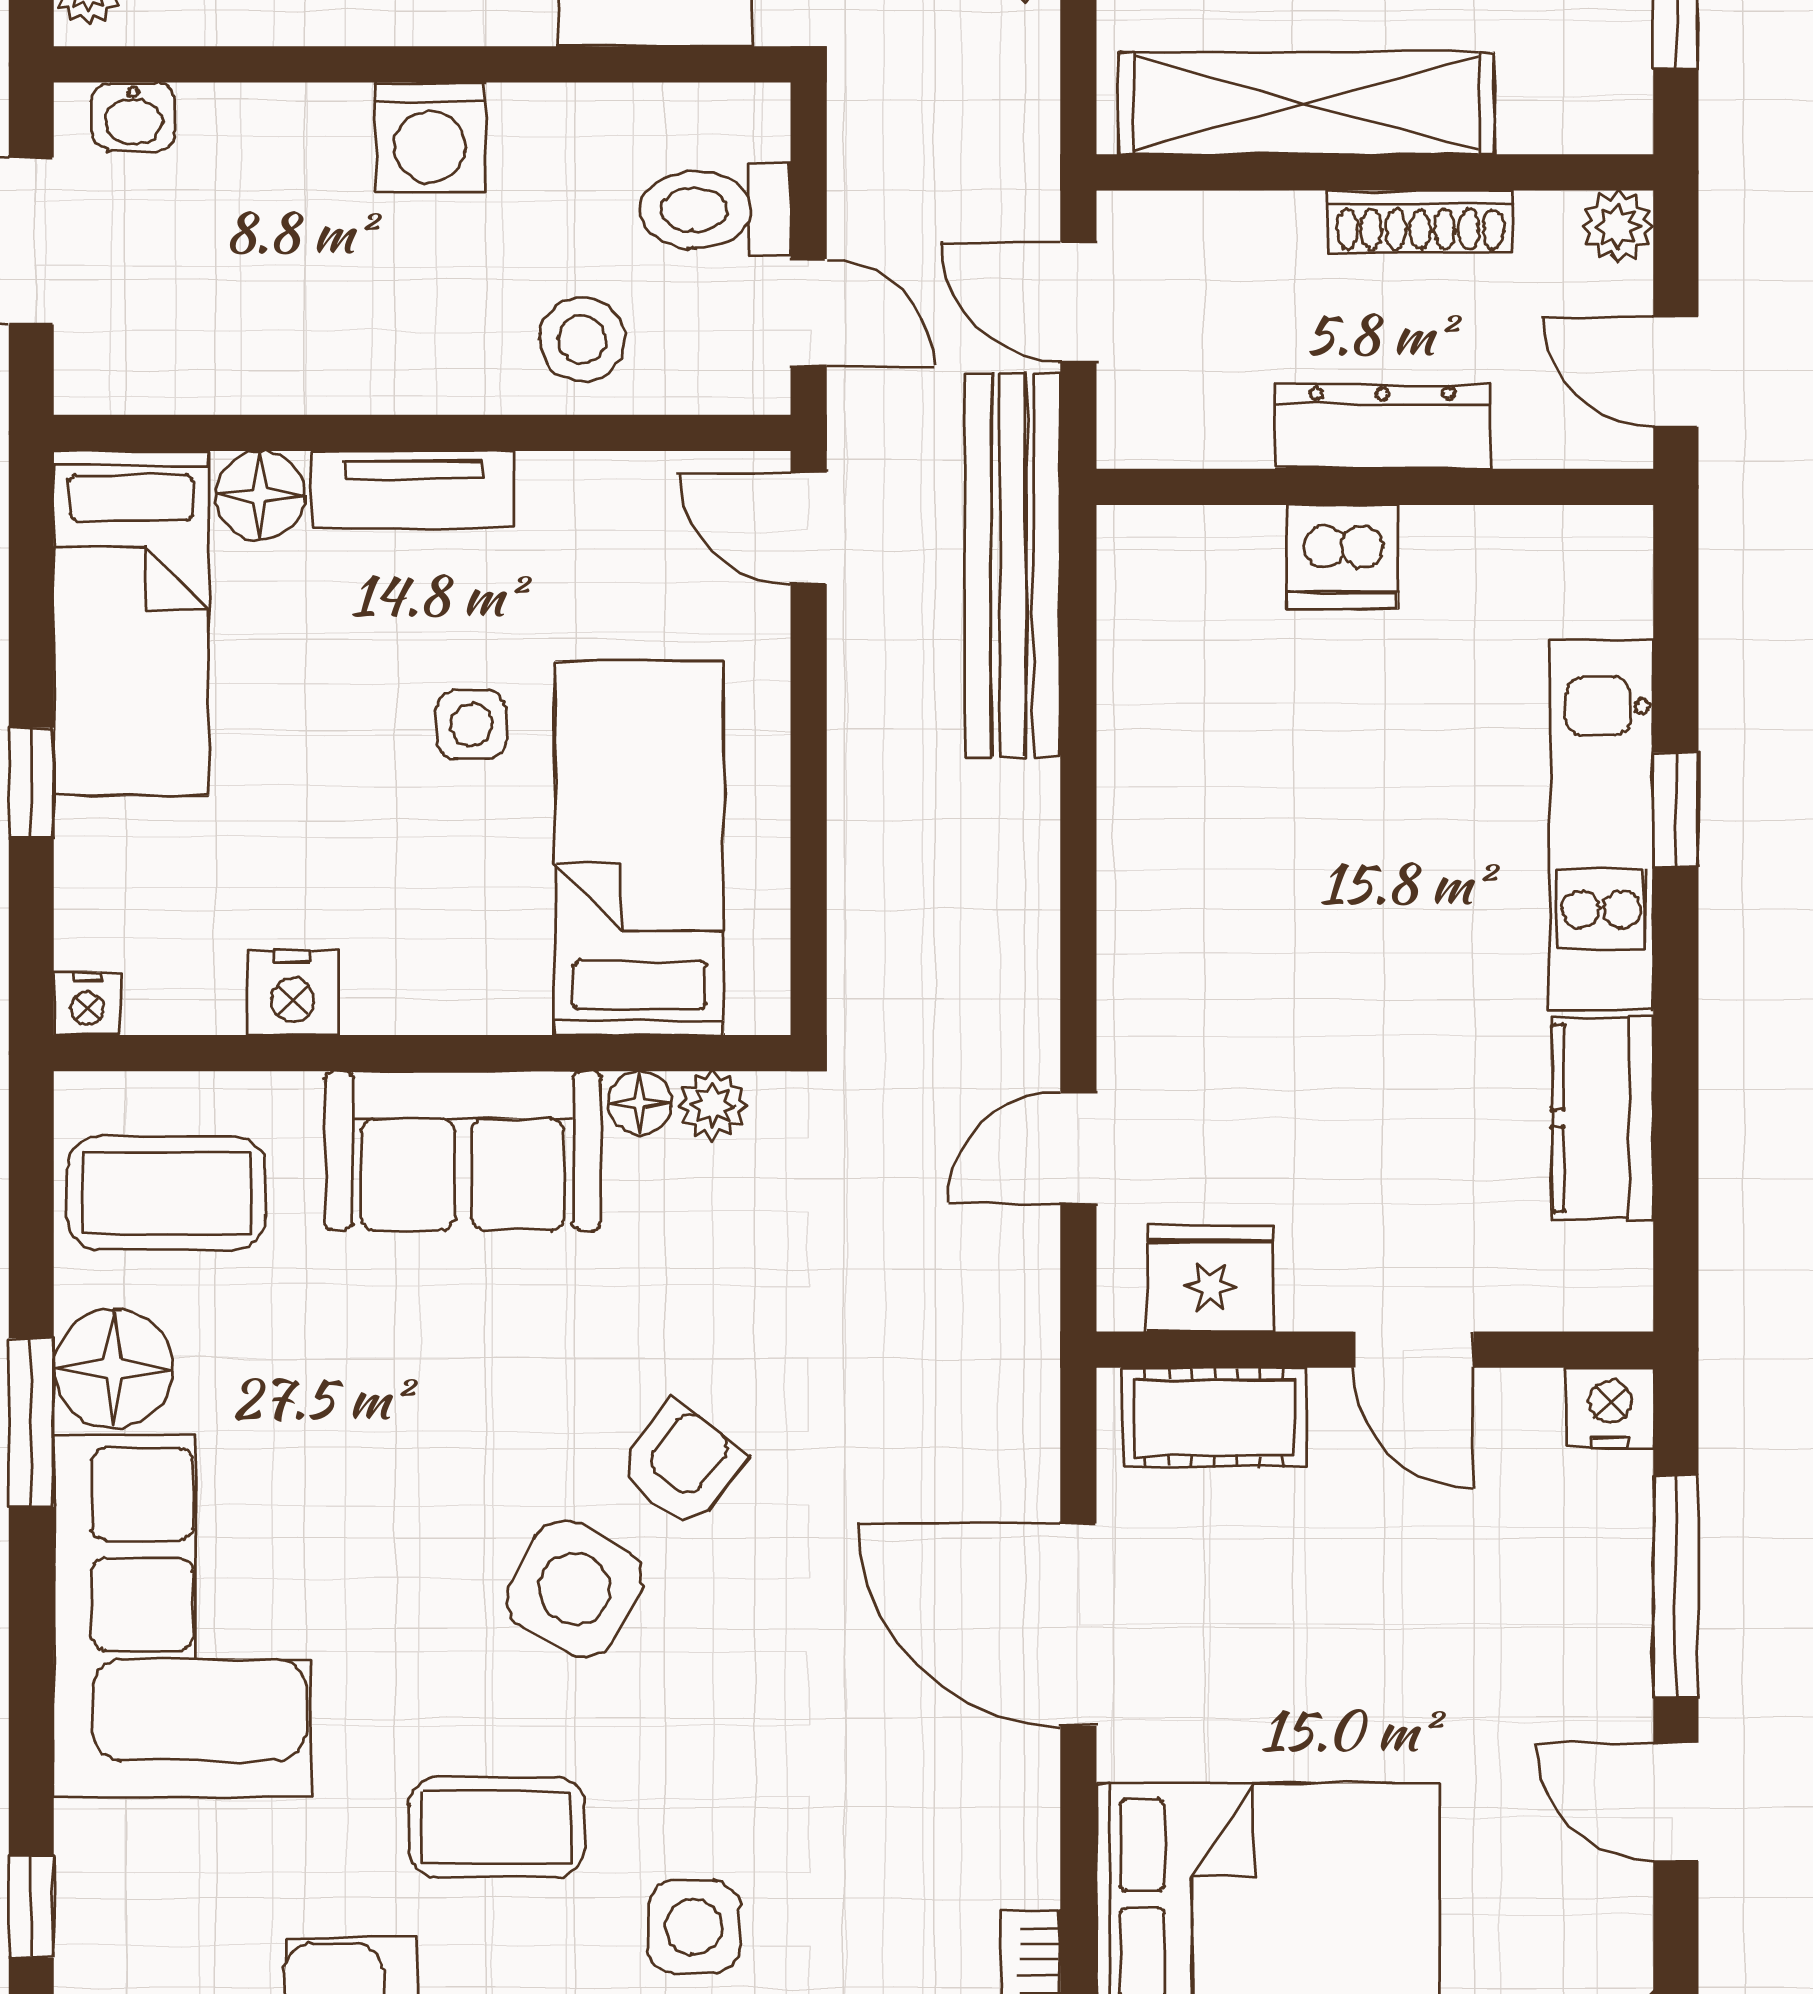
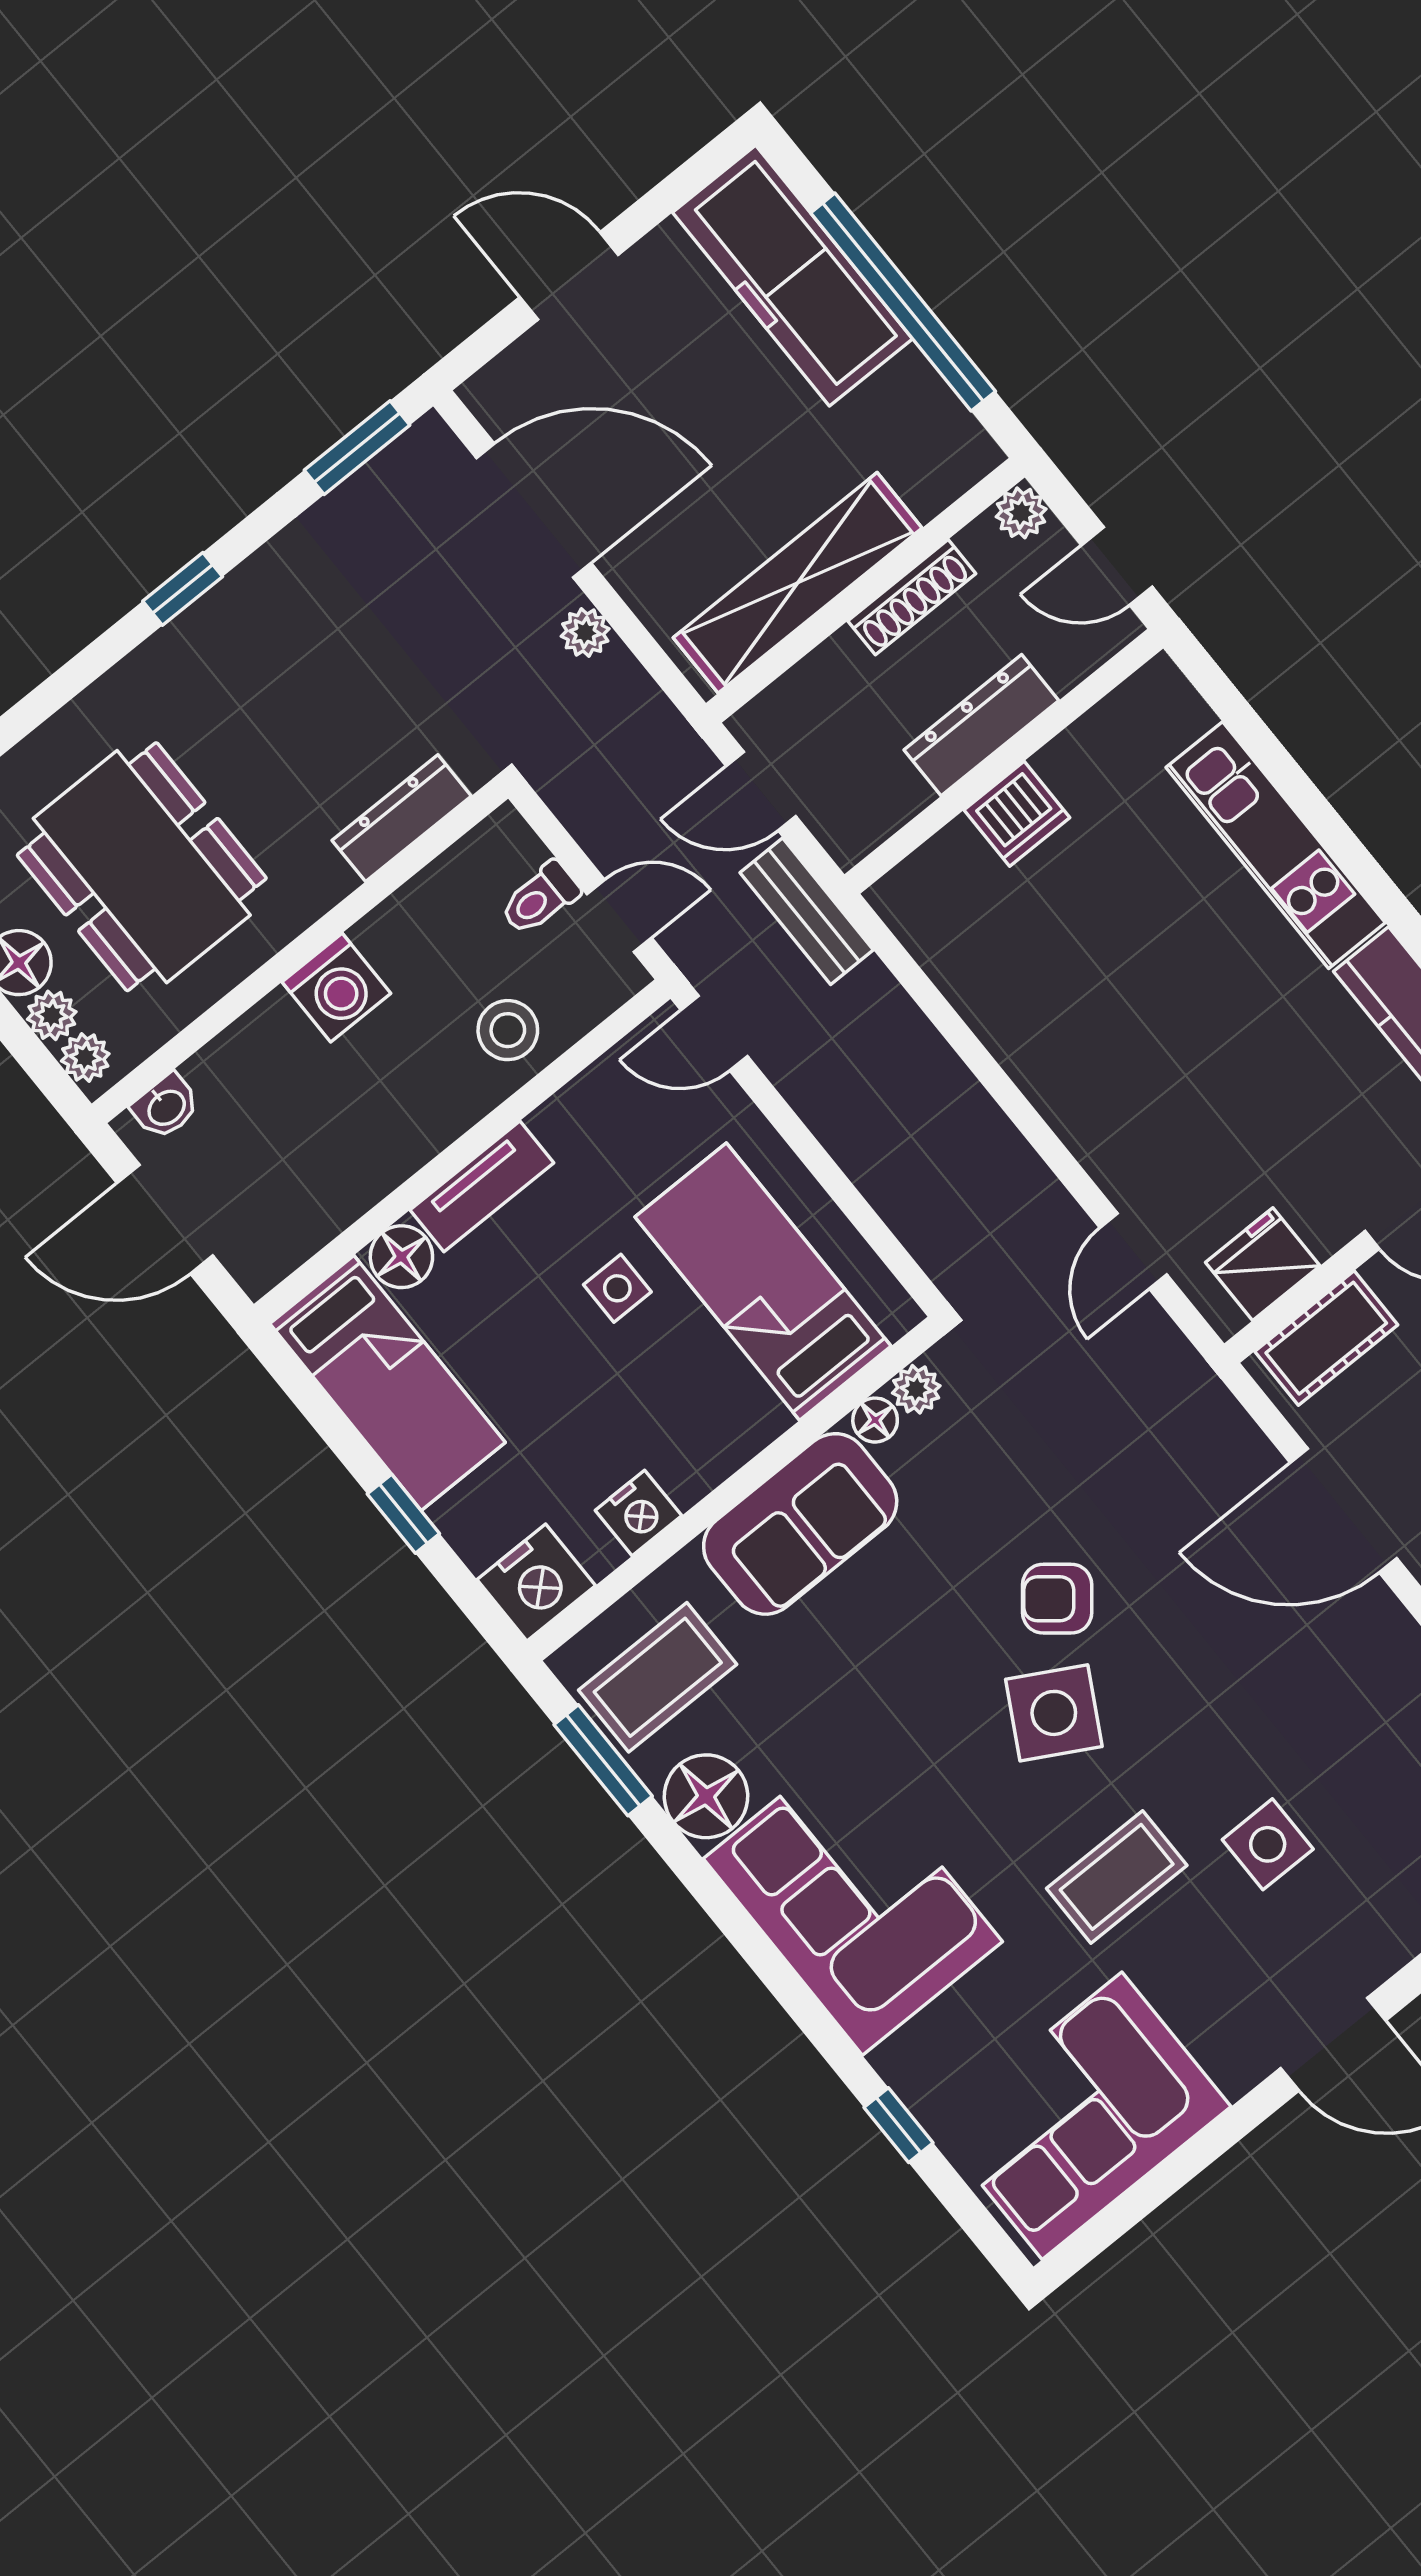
toilet: (715, 209) -> (540, 898), width x0.73, depth x0.72
bench: (1013, 565) -> (807, 911), width x0.54, depth x0.82
window: (1676, 810) -> (1310, 804), removed
nightstand: (87, 1004) -> (536, 1583), width x1.89, depth x1.79
window: (31, 1423) -> (603, 1760), moved
armchair: (681, 1465) -> (1057, 1599), turned -89

